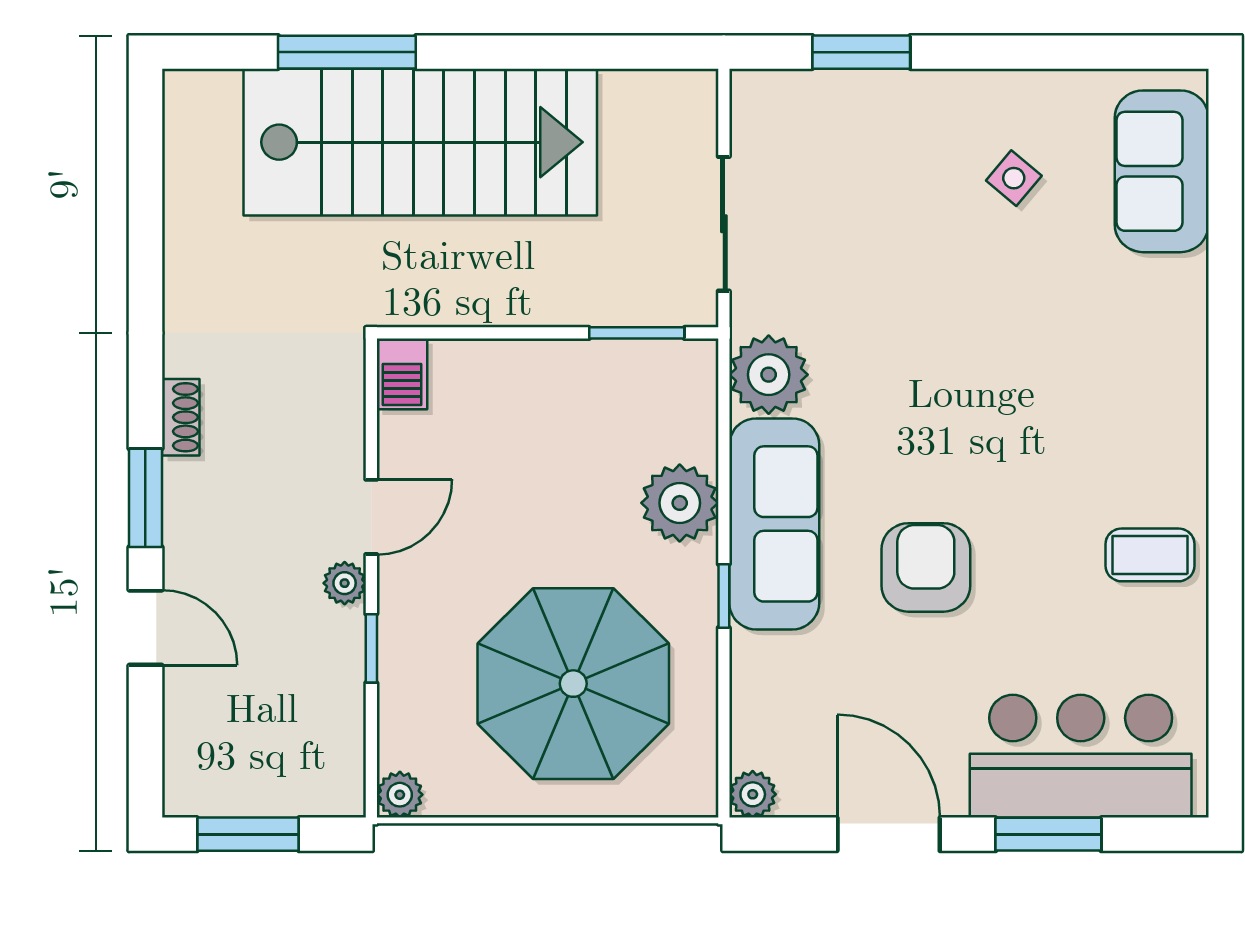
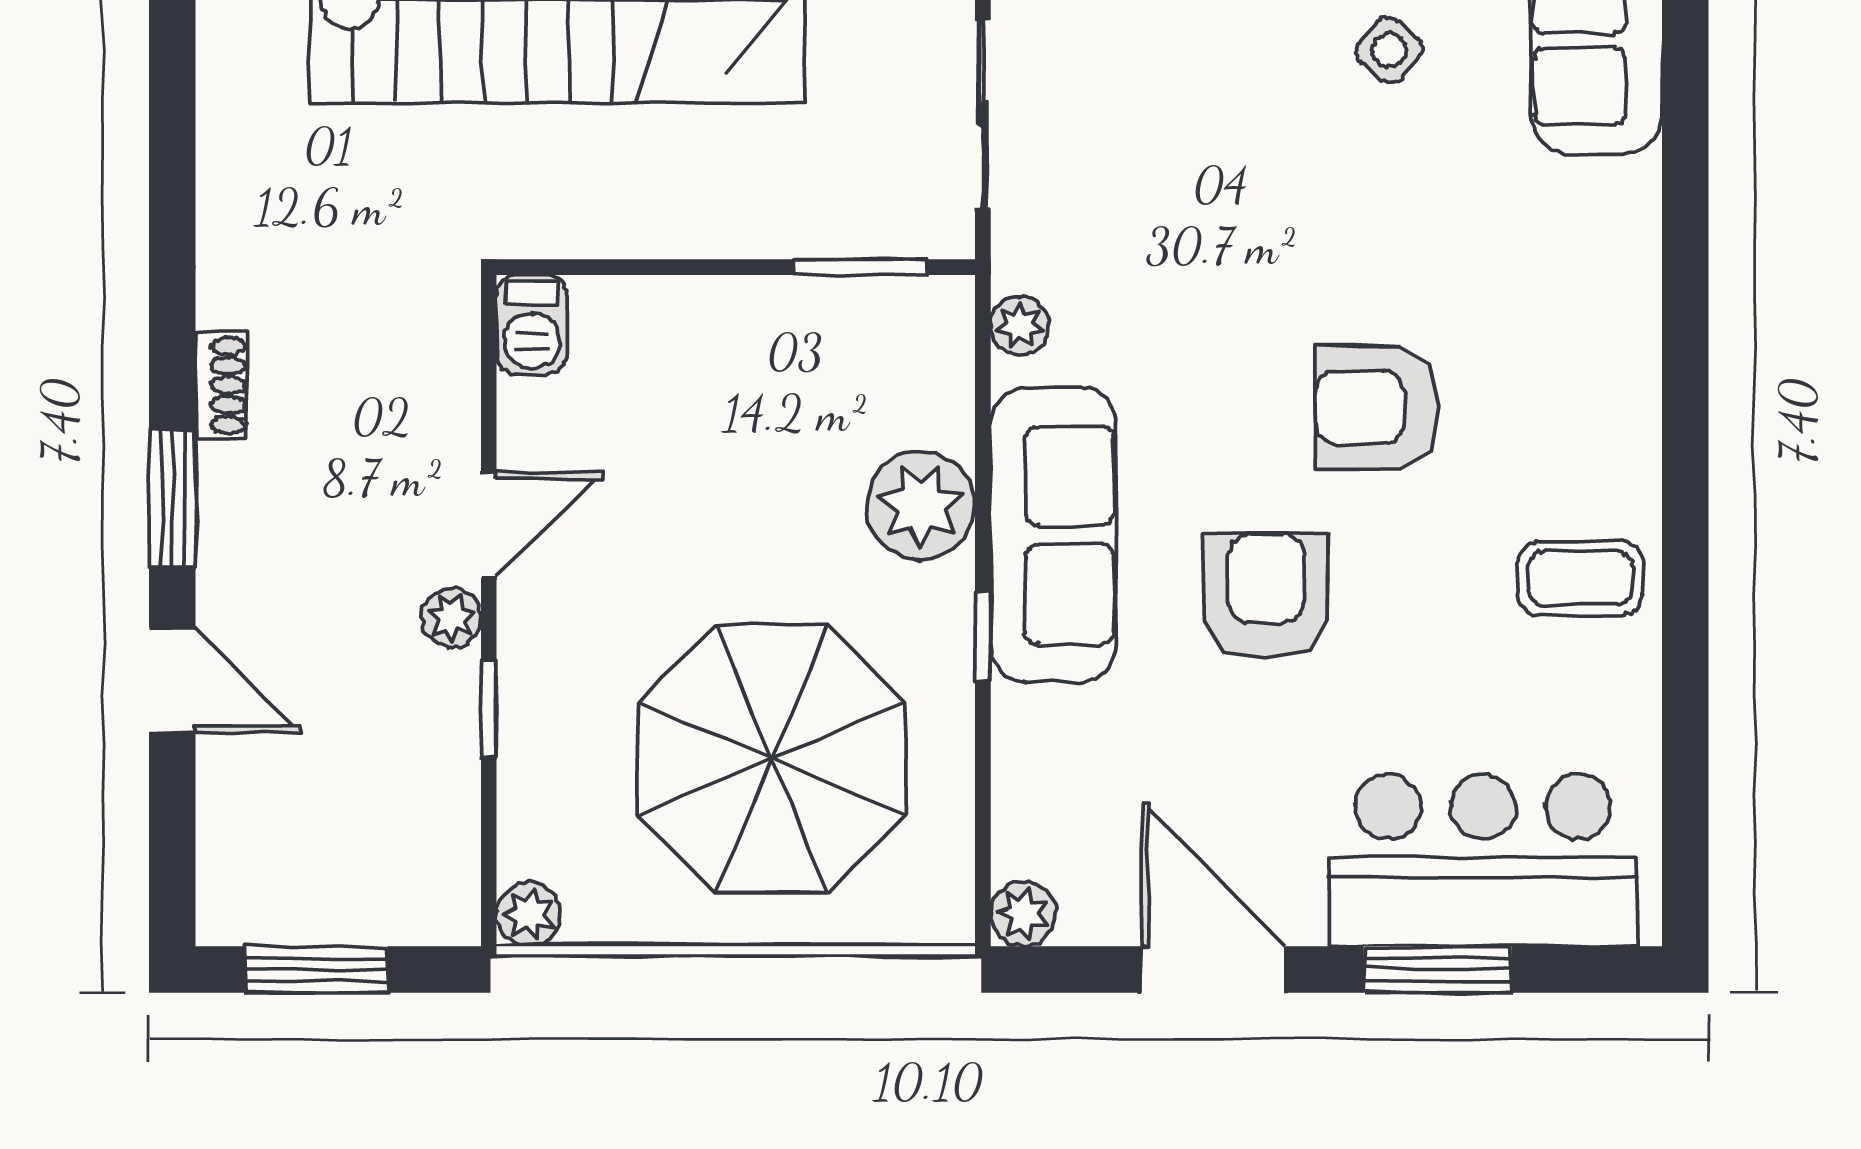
plant: (769, 375) -> (1020, 325), width x0.53, depth x0.53
armchair: (1005, 433) -> (1377, 407), added

